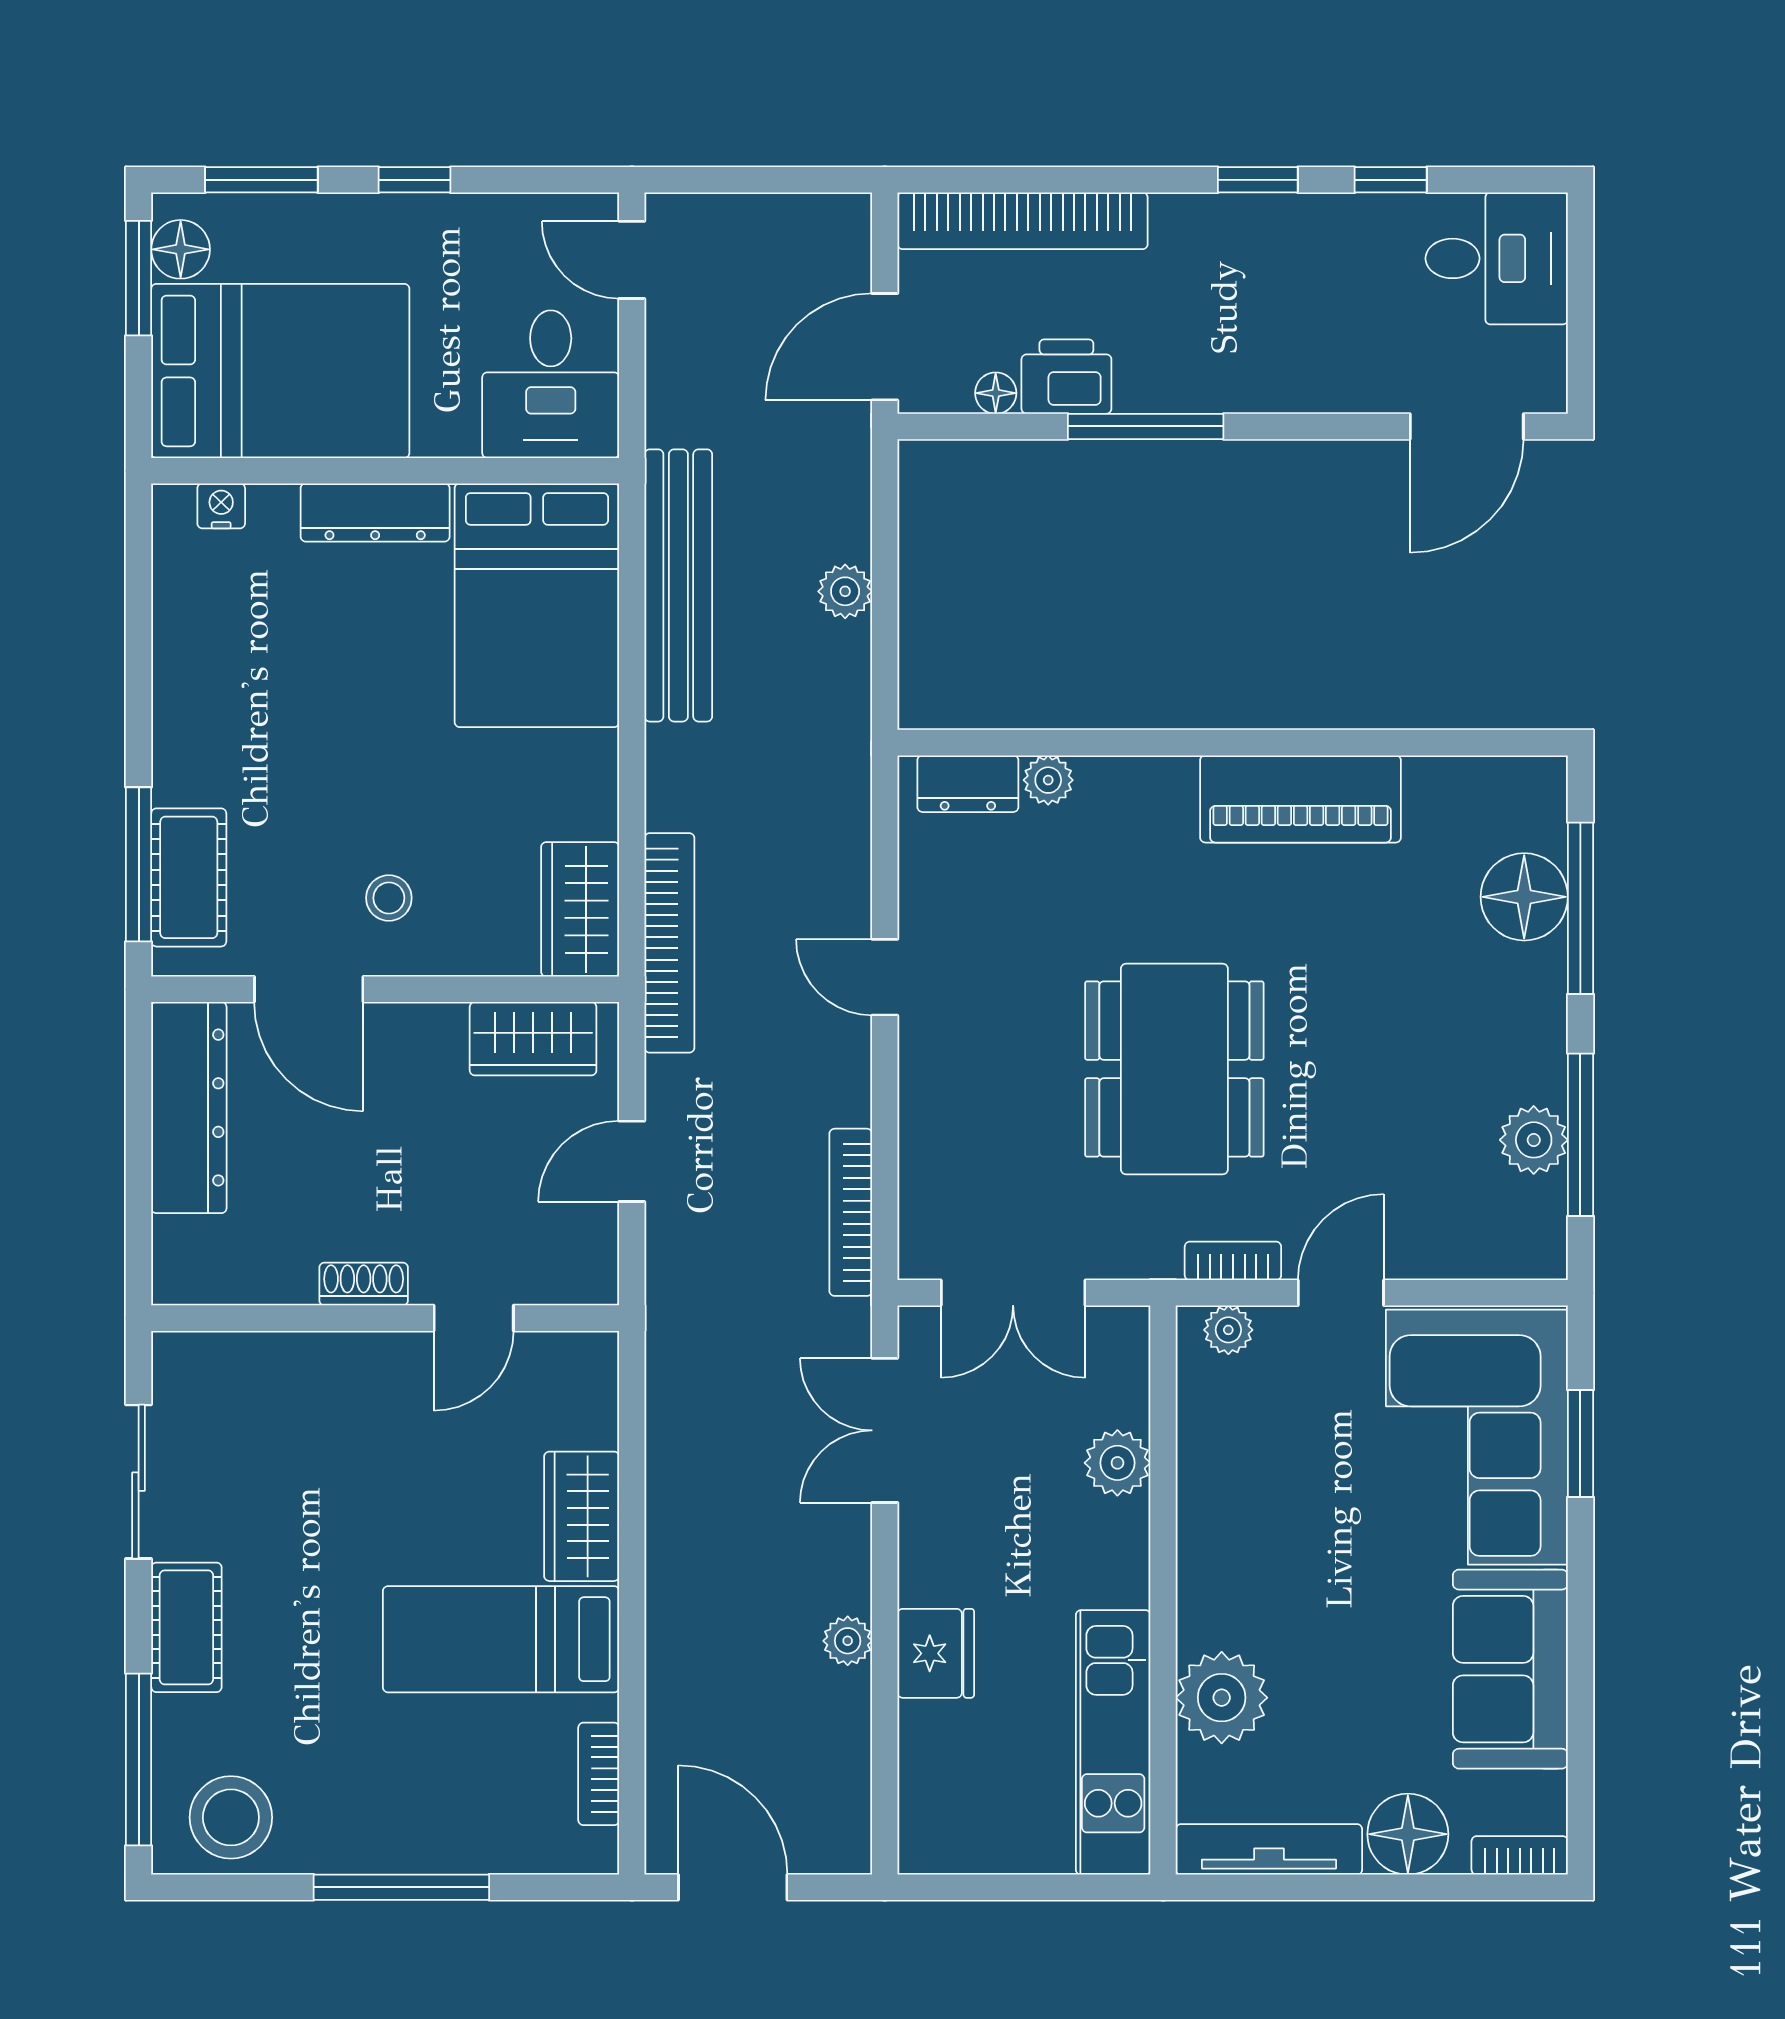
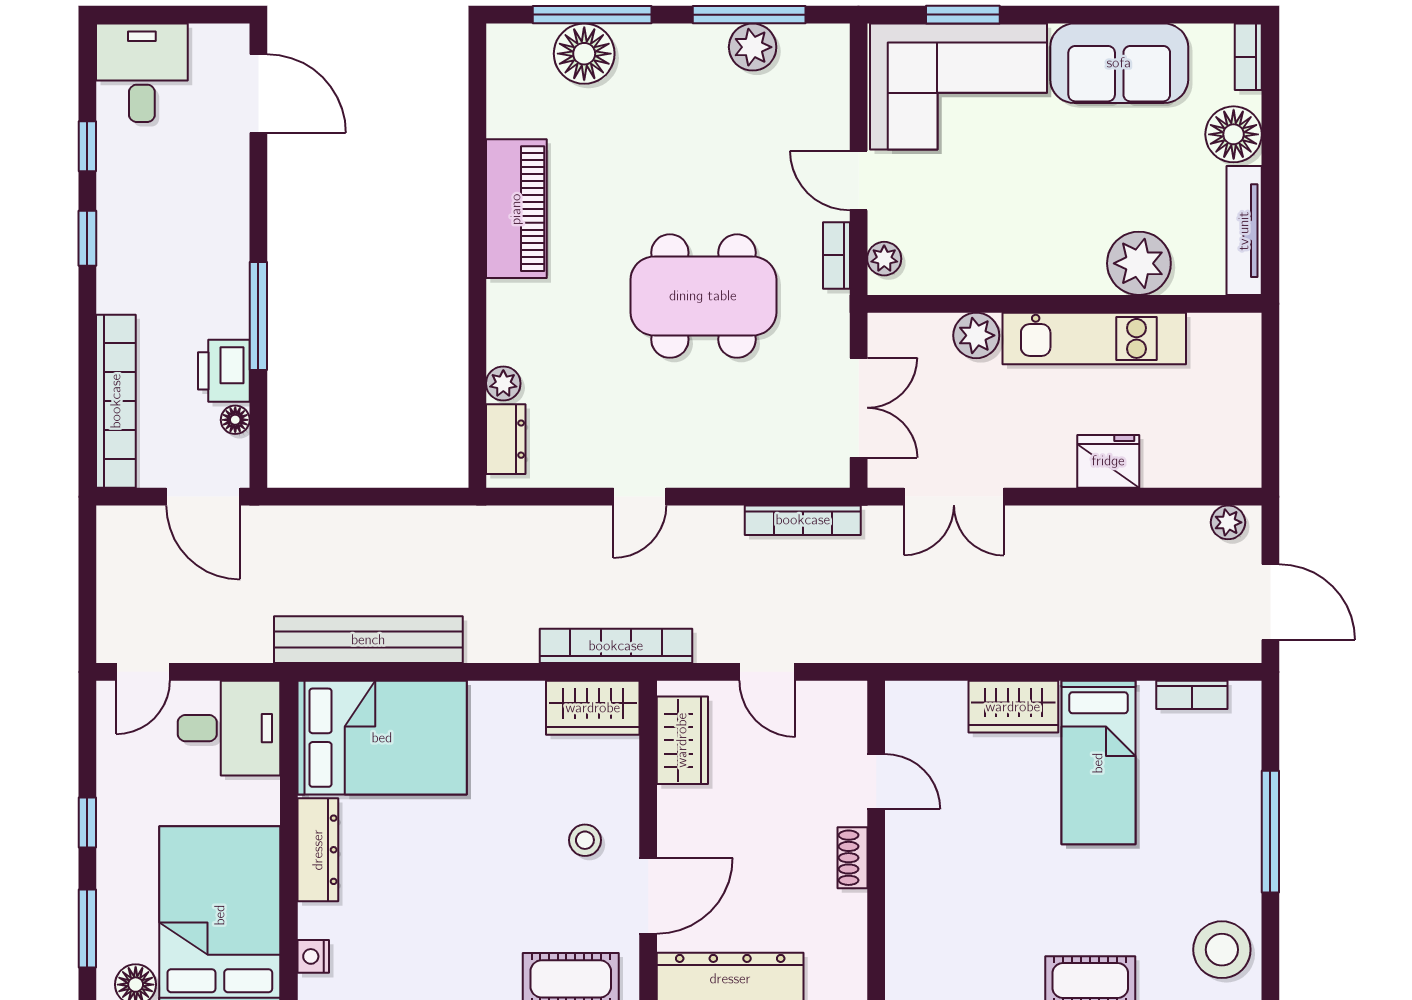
plant: (845, 591) -> (373, 524), removed
plant: (848, 1641) -> (1228, 522), moved
kitchen unit: (1113, 1742) -> (1094, 338), moved
door: (733, 1887) -> (1270, 602), swing flipped

